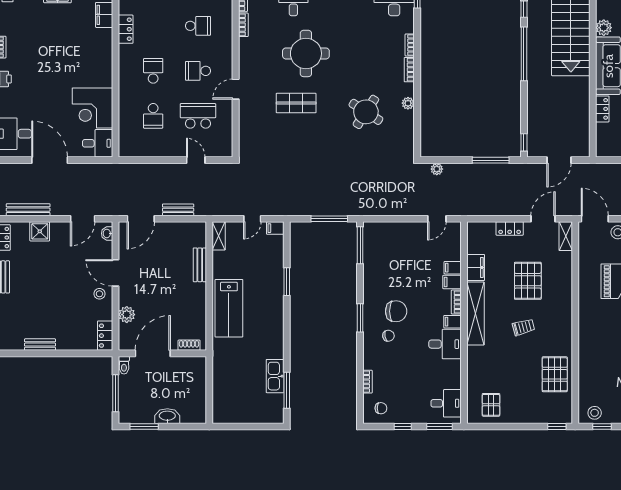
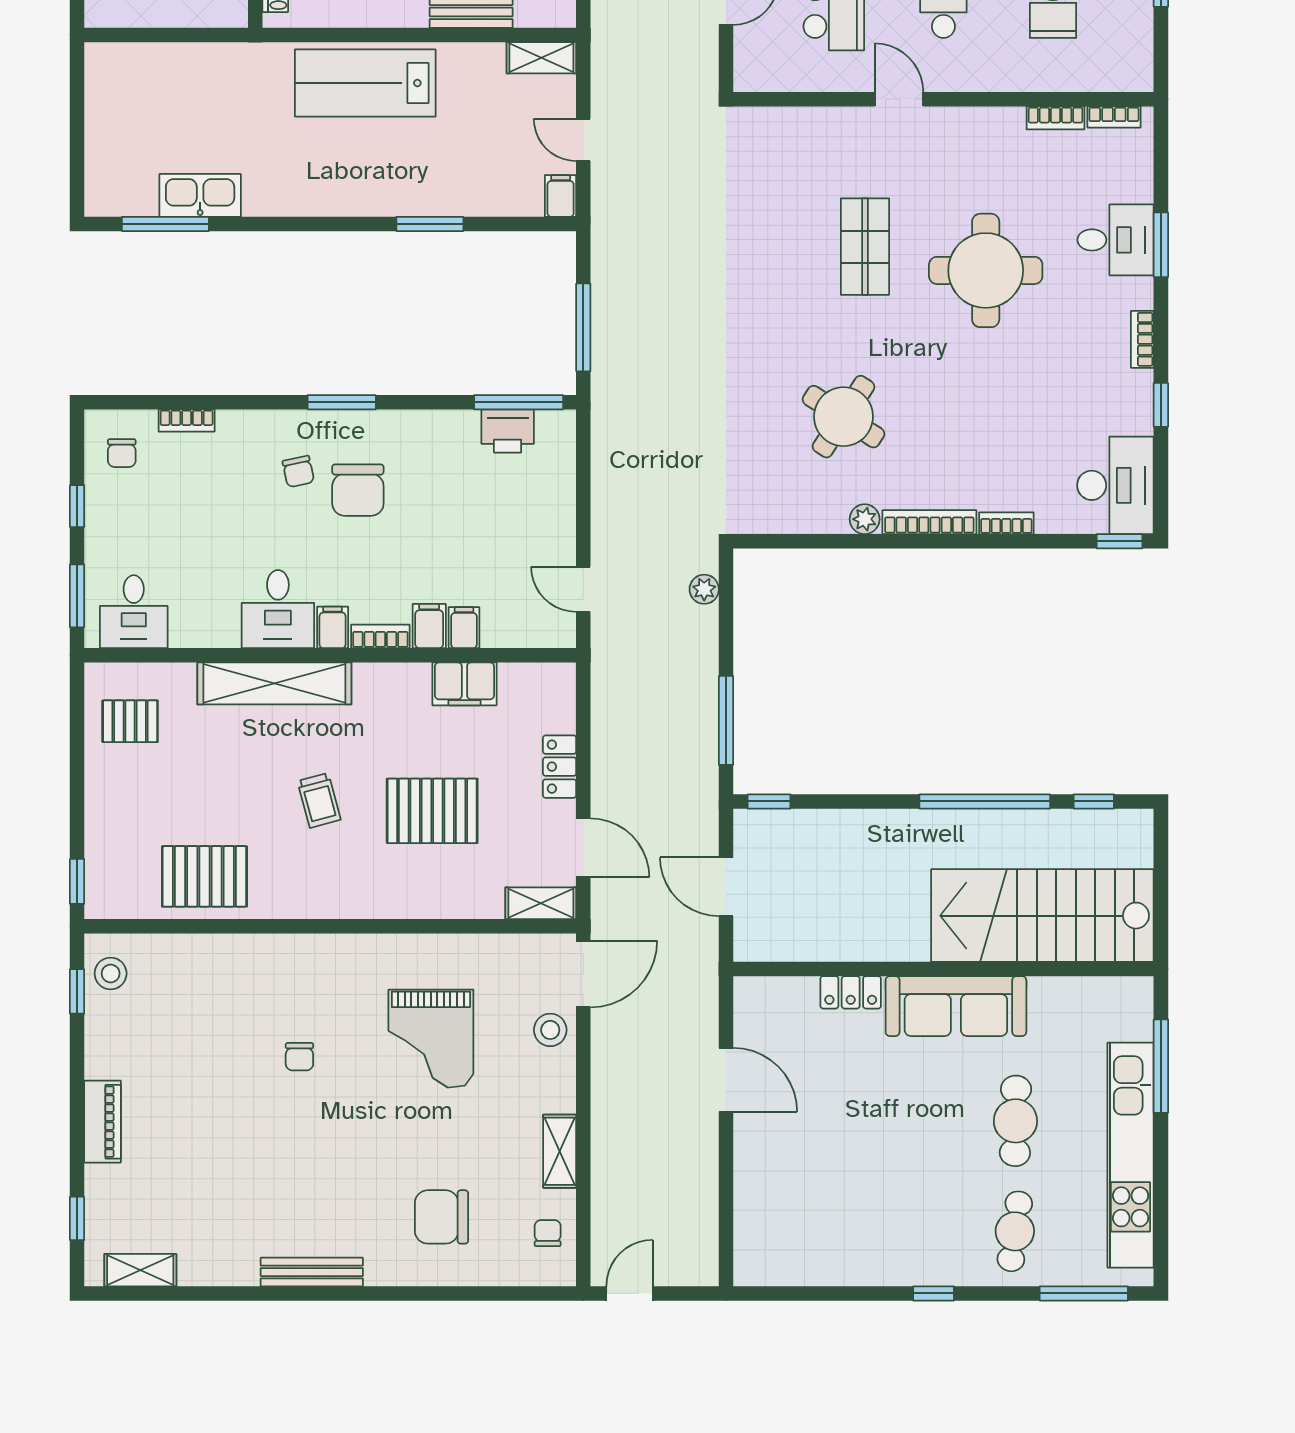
plant: (604, 28) -> (1049, 996), removed
bookcase: (409, 70) -> (929, 522), width x1.56
printer: (372, 250) -> (508, 431), added
shelving: (475, 314) -> (274, 683), moved

